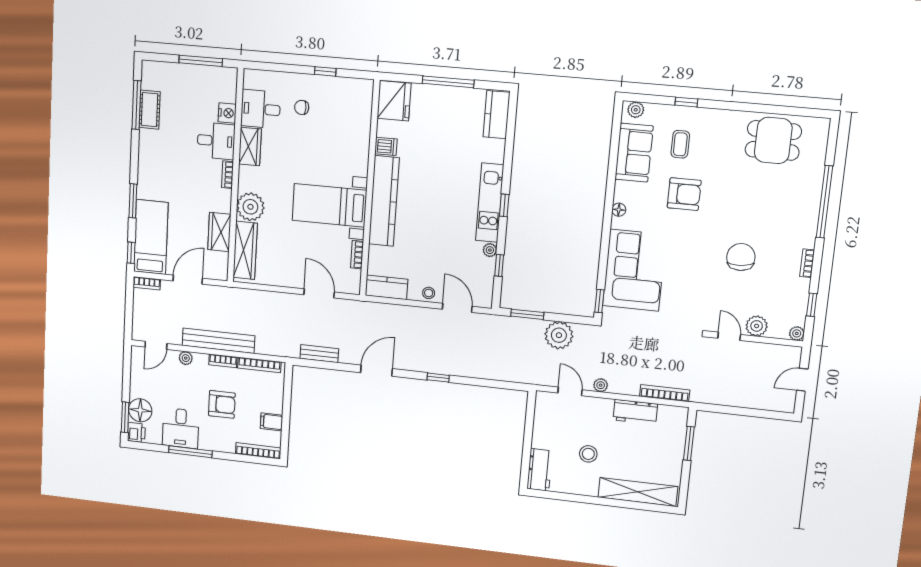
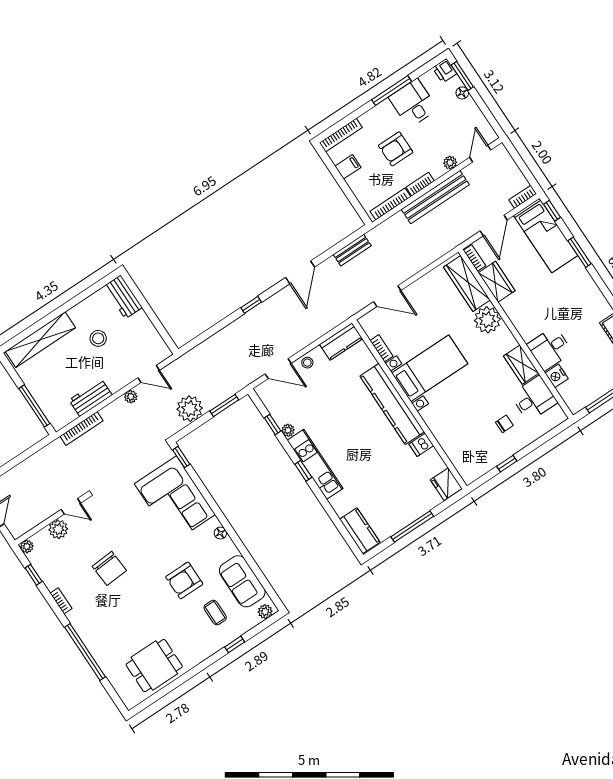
fridge: (394, 101) -> (446, 484), width x0.73, depth x0.75
bookcase: (228, 175) -> (475, 258), moved
floor lamp: (140, 410) -> (462, 93), width x0.53, depth x0.53
window: (689, 443) -> (34, 406), width x1.44

